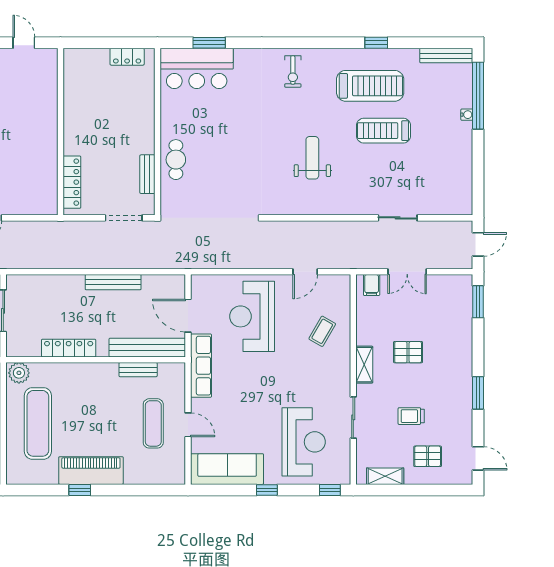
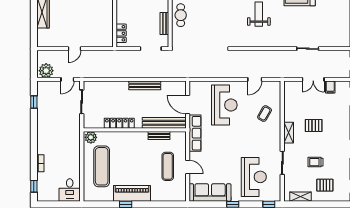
locker: (72, 182) -> (121, 33), width x0.66
filing cabinet: (372, 285) -> (330, 87), moved
reception desk: (252, 316) -> (224, 105), turned 180

